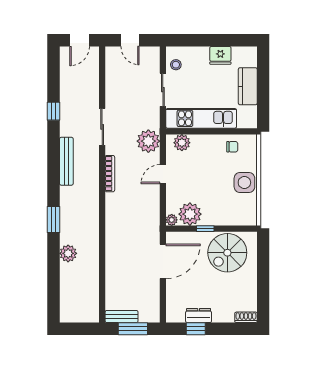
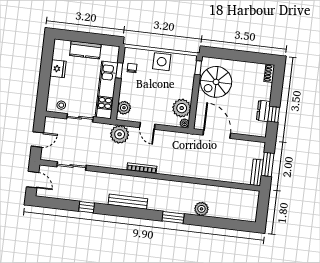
sliding door: (102, 127) -> (72, 166), moved
window: (227, 131) -> (119, 70), added
window: (205, 229) -> (198, 68), moved
spiral stairs: (227, 253) -> (216, 82), turned 90

